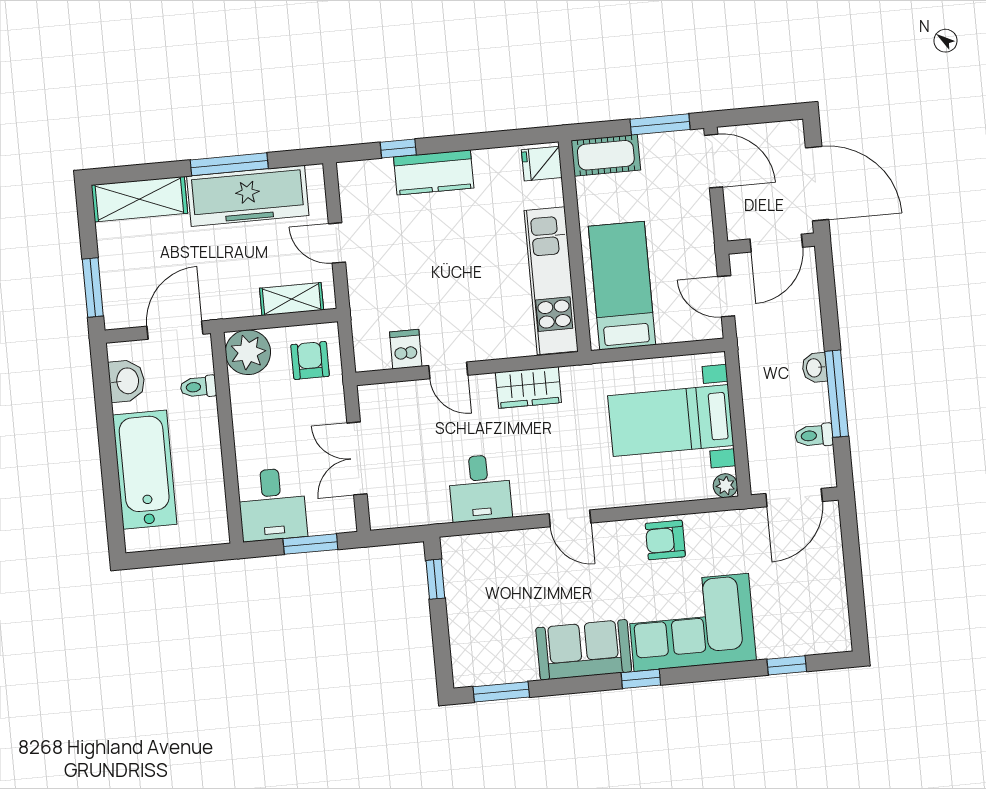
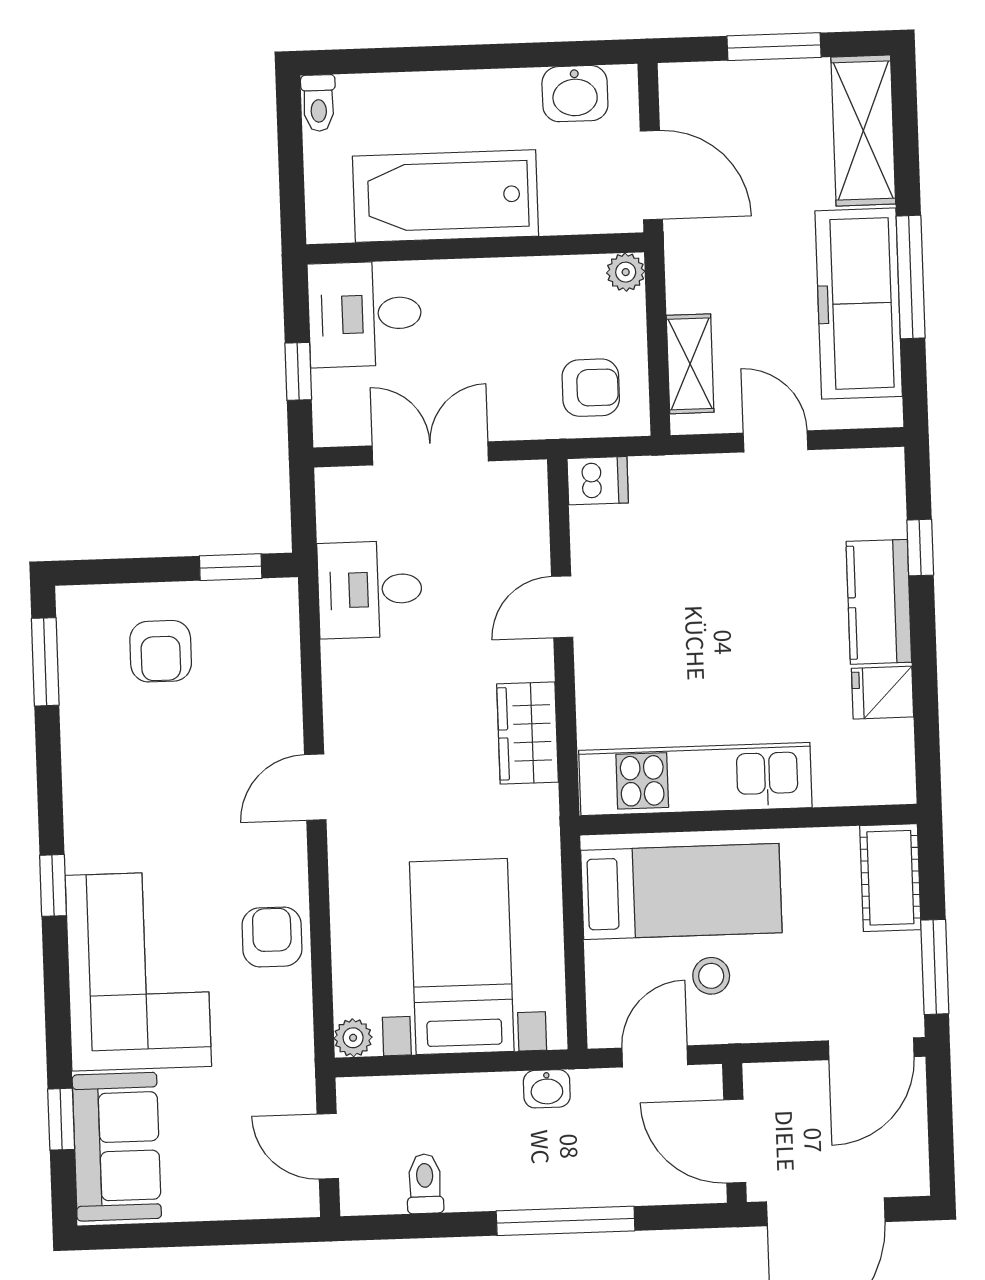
fridge: (542, 164) -> (882, 693), moved, turned -90
door: (337, 243) -> (775, 441), hinge flipped
stool: (674, 264) -> (711, 976), added
window: (93, 287) -> (774, 47), moved
dishwasher: (406, 349) -> (598, 481), moved
plant: (248, 352) -> (626, 272), width x0.53, depth x0.53
washbasin: (815, 368) -> (547, 1089), moved, turned 180
toilet: (198, 387) -> (319, 103), moved, turned 180
window: (837, 394) -> (566, 1221), moved
bathtub: (145, 470) -> (446, 196), moved, turned 180
desk: (480, 488) -> (370, 590), moved
door: (794, 498) -> (328, 1146), width x0.73
window: (310, 544) -> (298, 371), width x0.67
armchair: (490, 620) -> (161, 651), added
sofa: (584, 650) -> (117, 1147), moved

